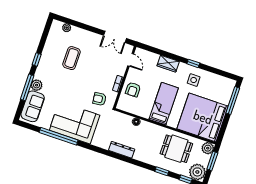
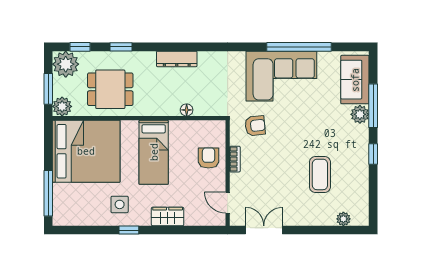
dresser: (122, 150) -> (177, 59), moved

